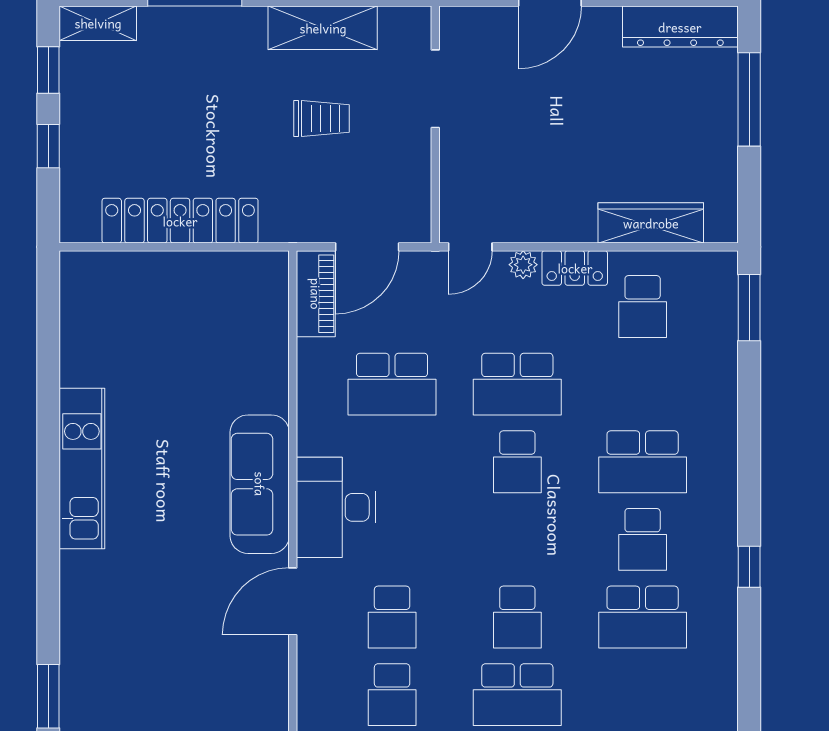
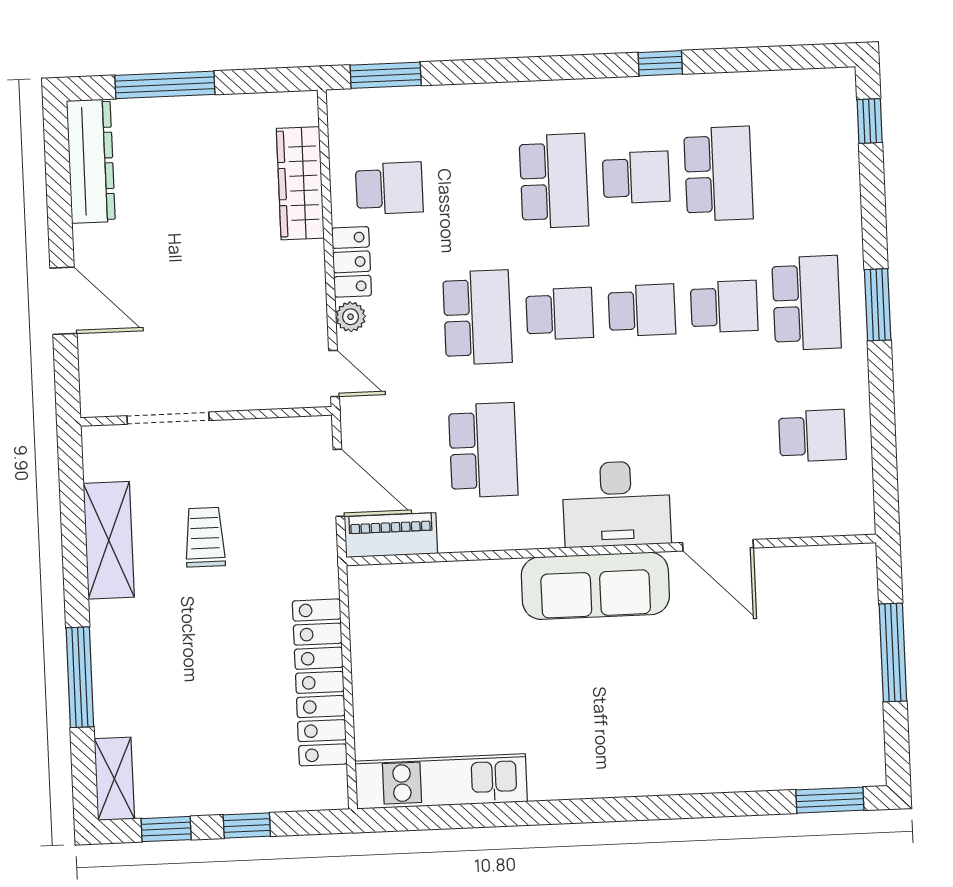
kitchen unit: (82, 468) -> (441, 781), moved
school desk: (392, 617) -> (642, 310), moved

